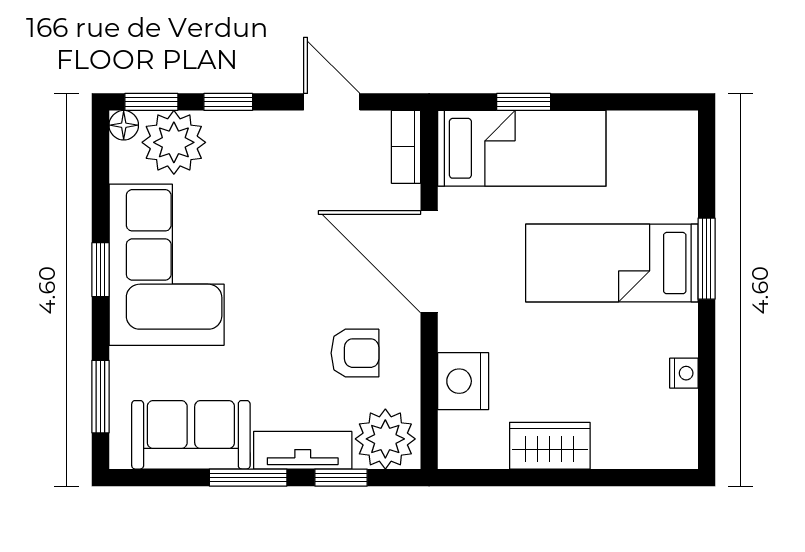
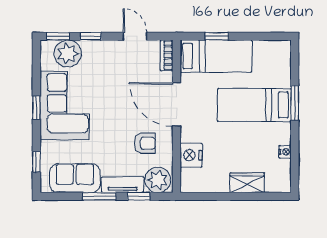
floor lamp: (124, 125) -> (46, 46), removed
window: (100, 397) -> (36, 162), width x0.67
wardrobe: (550, 446) -> (247, 183), moved

